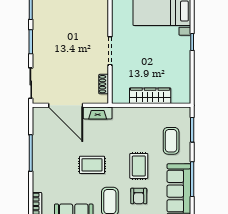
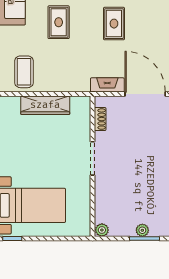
coffee table: (171, 141) -> (24, 72), moved
rug: (92, 165) -> (114, 24), turned 90

